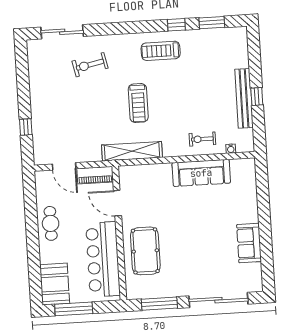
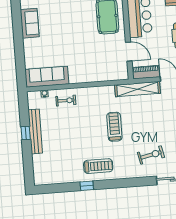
window: (212, 23) -> (60, 188), removed
shelving: (132, 151) -> (138, 89), moved
sofa: (201, 173) -> (47, 77), moved

